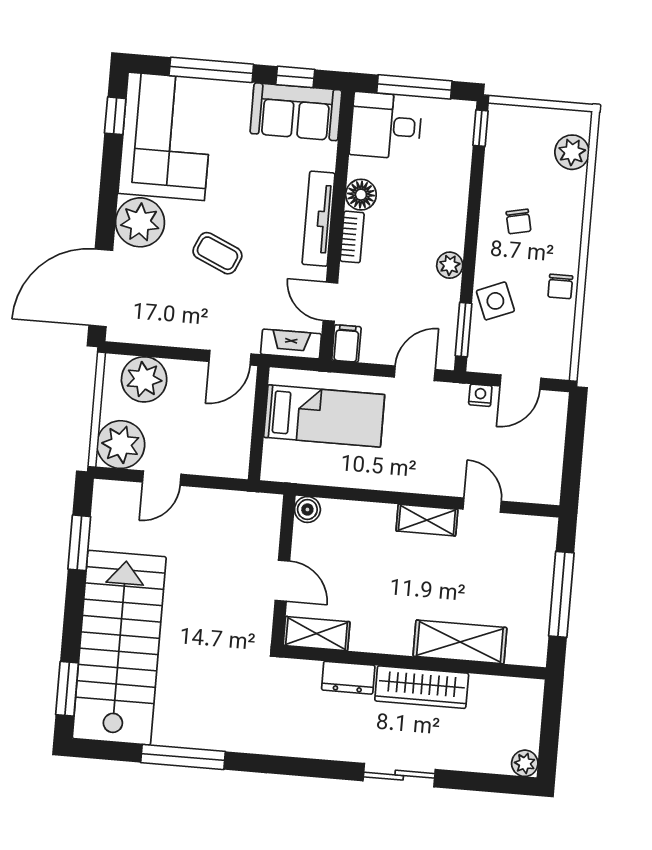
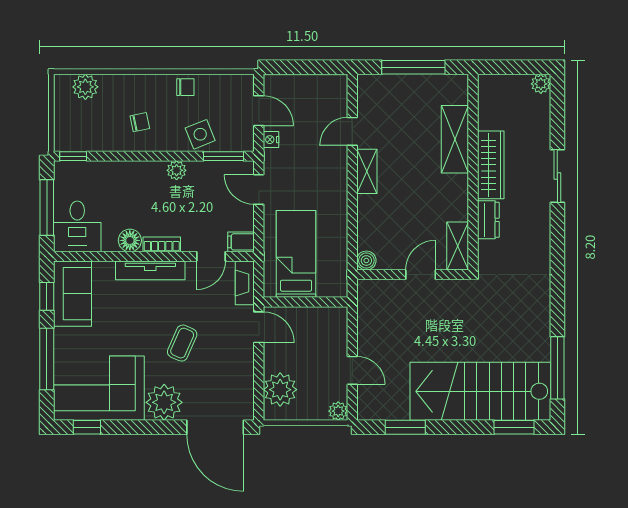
plant: (121, 445) -> (338, 411), width x0.53, depth x0.53
window: (183, 757) -> (557, 368), moved

